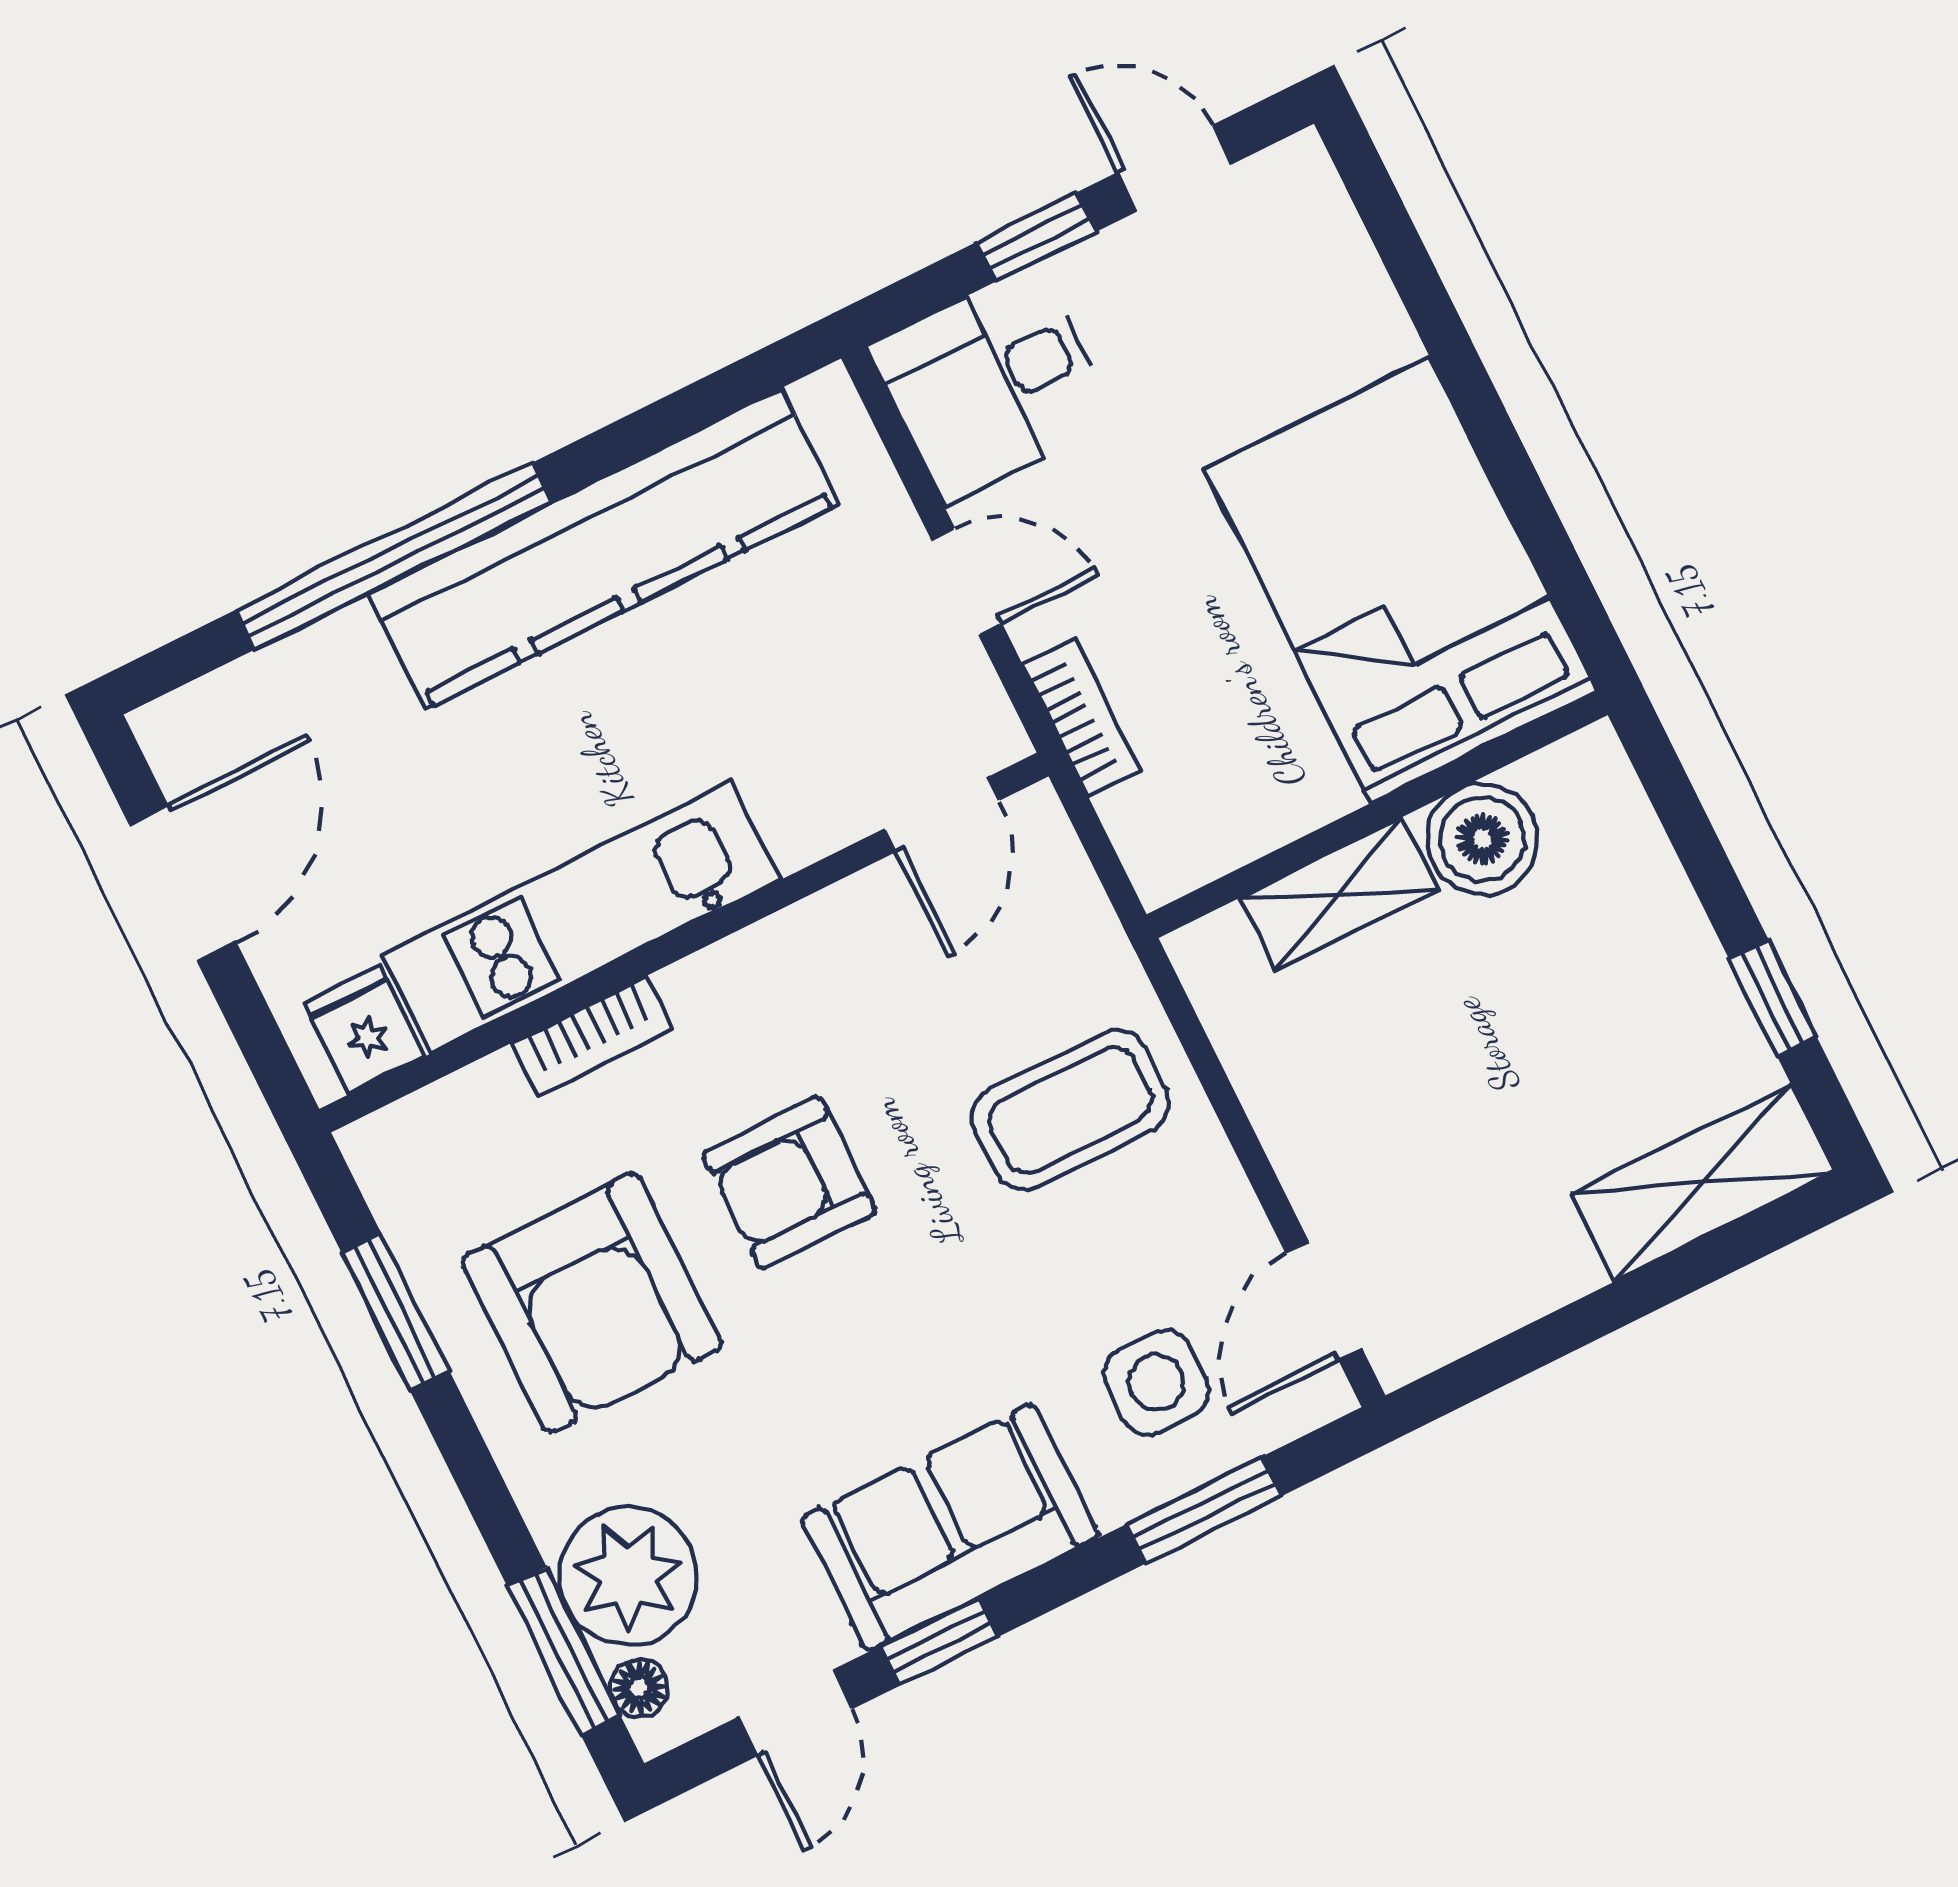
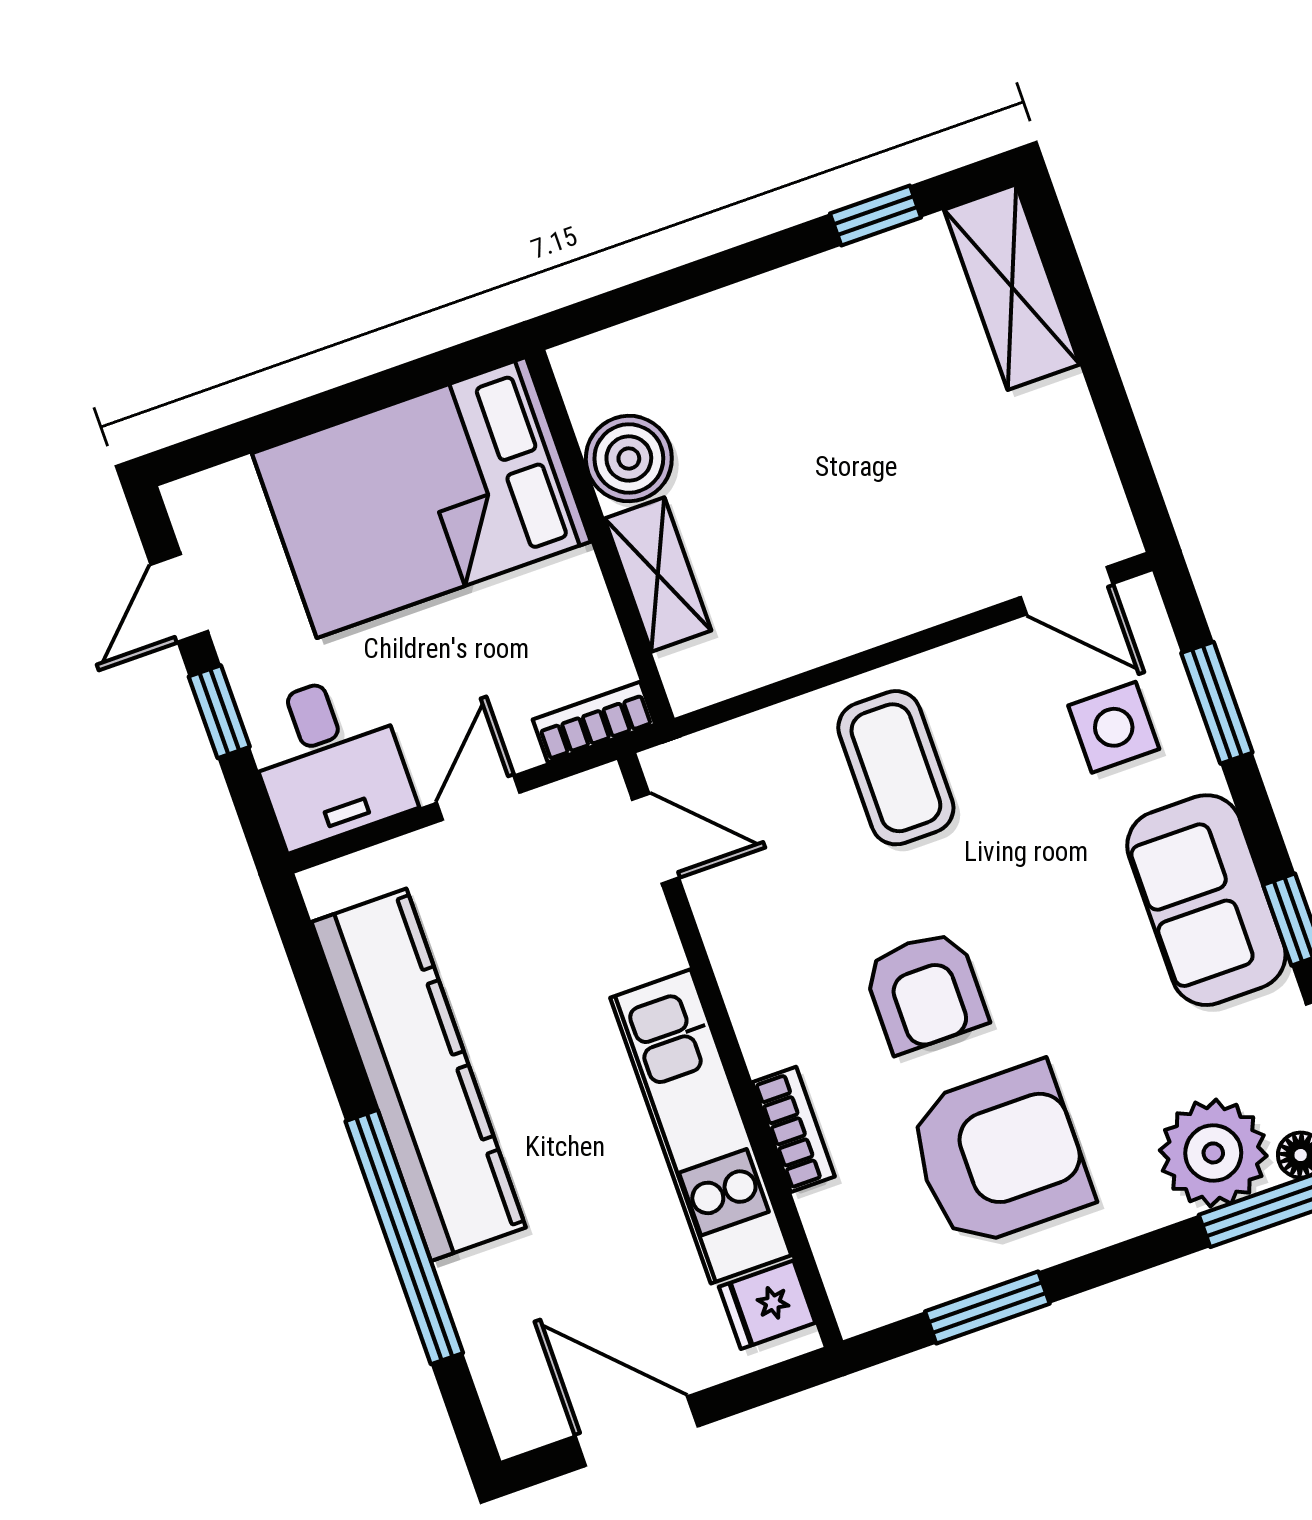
bed: (1400, 580) -> (421, 497), moved
wall: (1377, 815) -> (600, 537), moved
boiler: (1482, 839) -> (629, 458), moved
shelving: (1339, 894) -> (658, 575), moved

